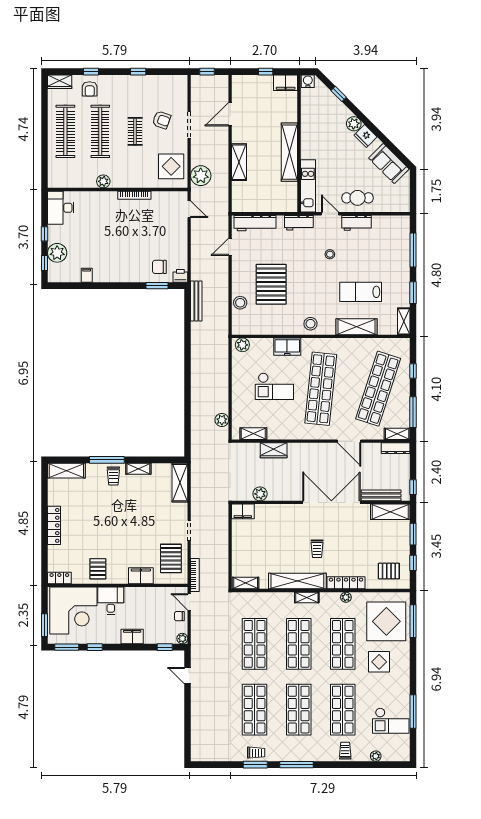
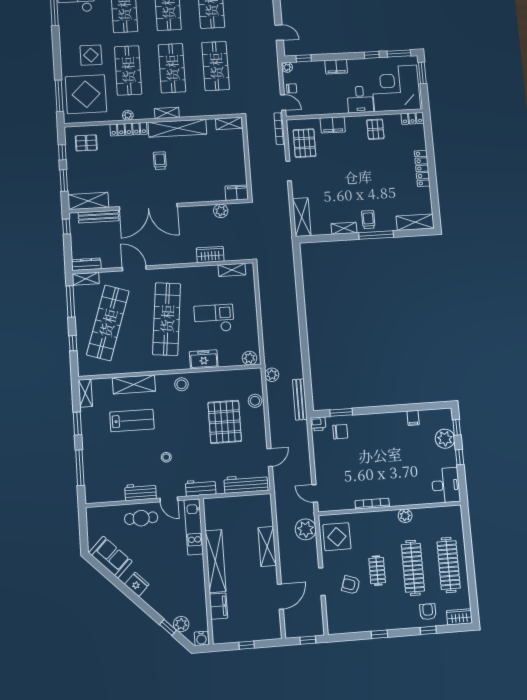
filing cabinet: (286, 83) -> (218, 606), moved, turned 90
plant: (354, 124) -> (181, 624), moved
plant: (222, 420) -> (272, 375), moved

